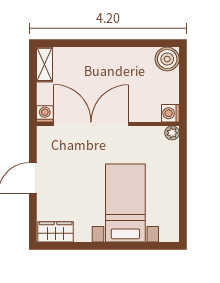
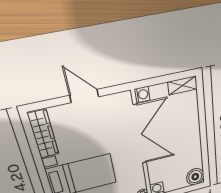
wardrobe: (56, 232) -> (43, 134), width x1.50

